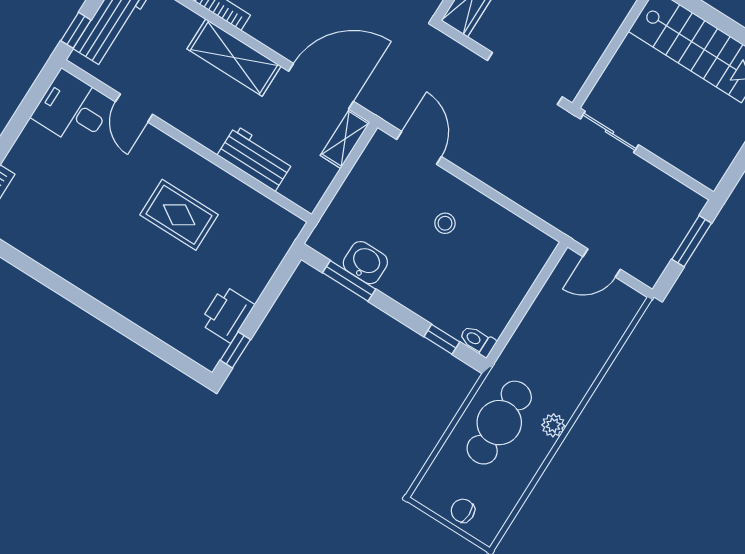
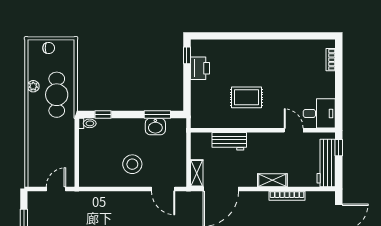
shelving: (234, 58) -> (272, 180), width x0.67, depth x0.75
stool: (445, 223) -> (132, 164), width x1.89, depth x1.89
plant: (553, 425) -> (33, 86), moved

